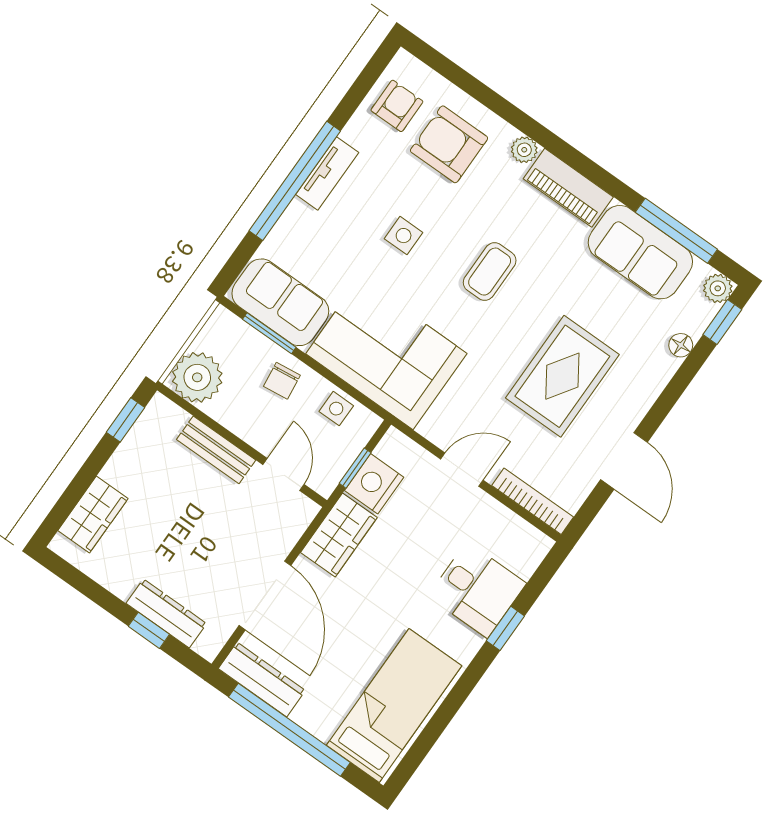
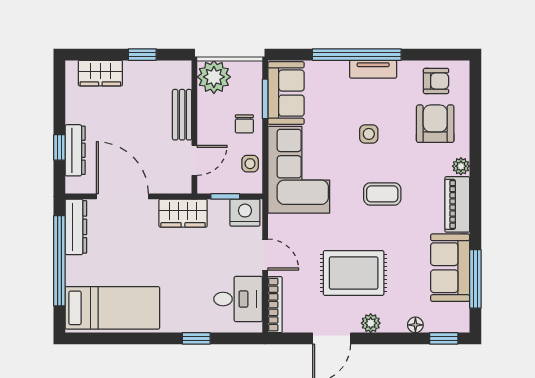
plant: (718, 288) -> (371, 323), moved
chair: (282, 381) -> (244, 124), turned -83
window: (125, 420) -> (142, 55), moved
nightstand: (374, 484) -> (245, 213), moved
desk: (477, 590) -> (238, 299), moved, turned -90
door: (265, 595) -> (122, 196), swing flipped

